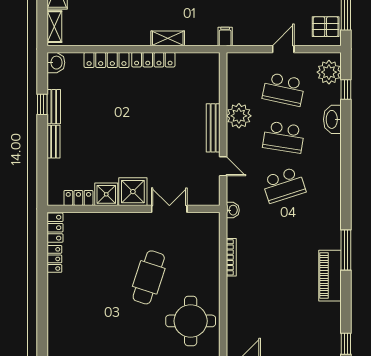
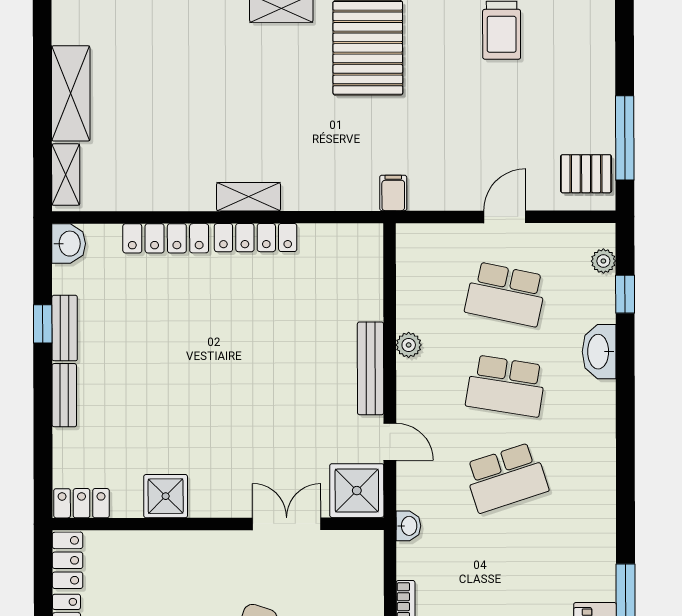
shelving: (168, 38) -> (249, 197), moved
plant: (329, 72) -> (603, 261), width x0.53, depth x0.53
plant: (239, 116) -> (409, 345), width x0.53, depth x0.53
shower: (133, 192) -> (357, 491), moved
locker: (78, 198) -> (82, 503), moved

